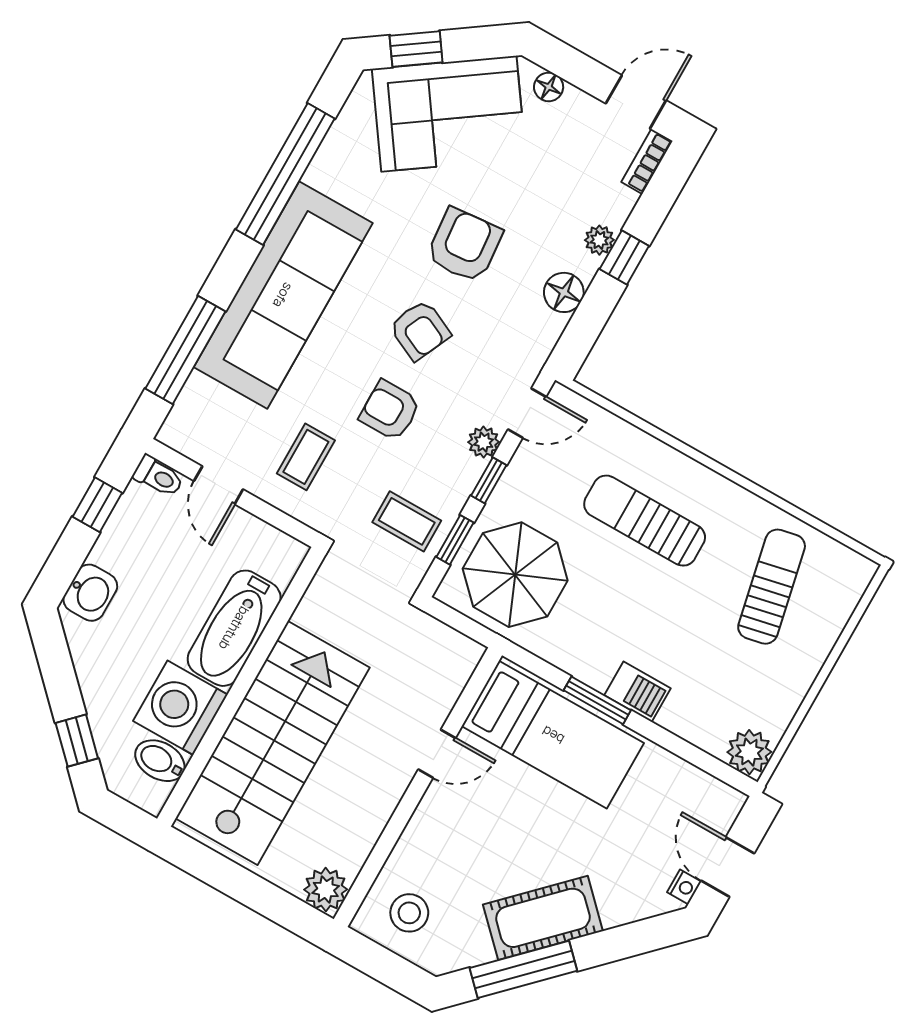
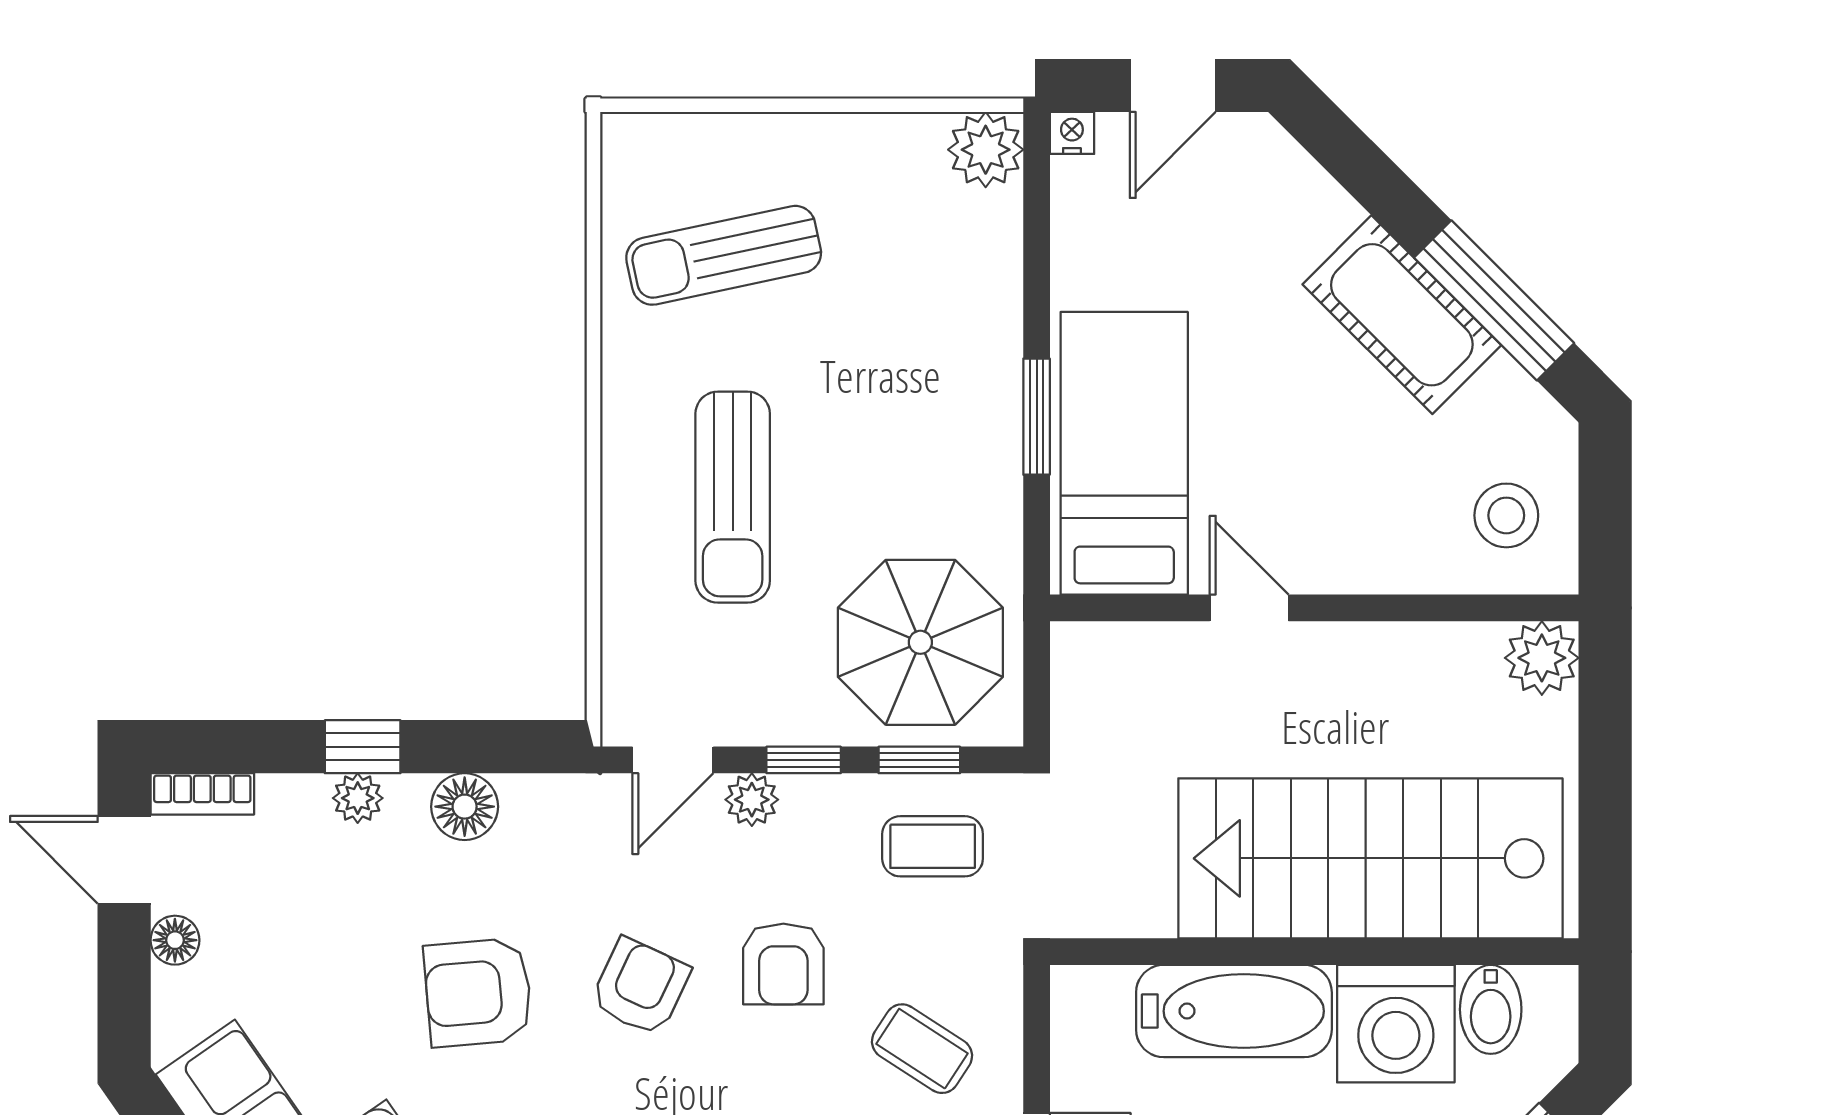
floor lamp: (549, 87) -> (175, 940), moved
door: (527, 413) -> (673, 760), swing flipped
coffee table: (306, 457) -> (922, 1049), turned 33
coffee table: (407, 521) -> (933, 846), turned 90
barbecue: (637, 692) -> (991, 365), removed
nightstand: (684, 887) -> (1072, 133), moved

